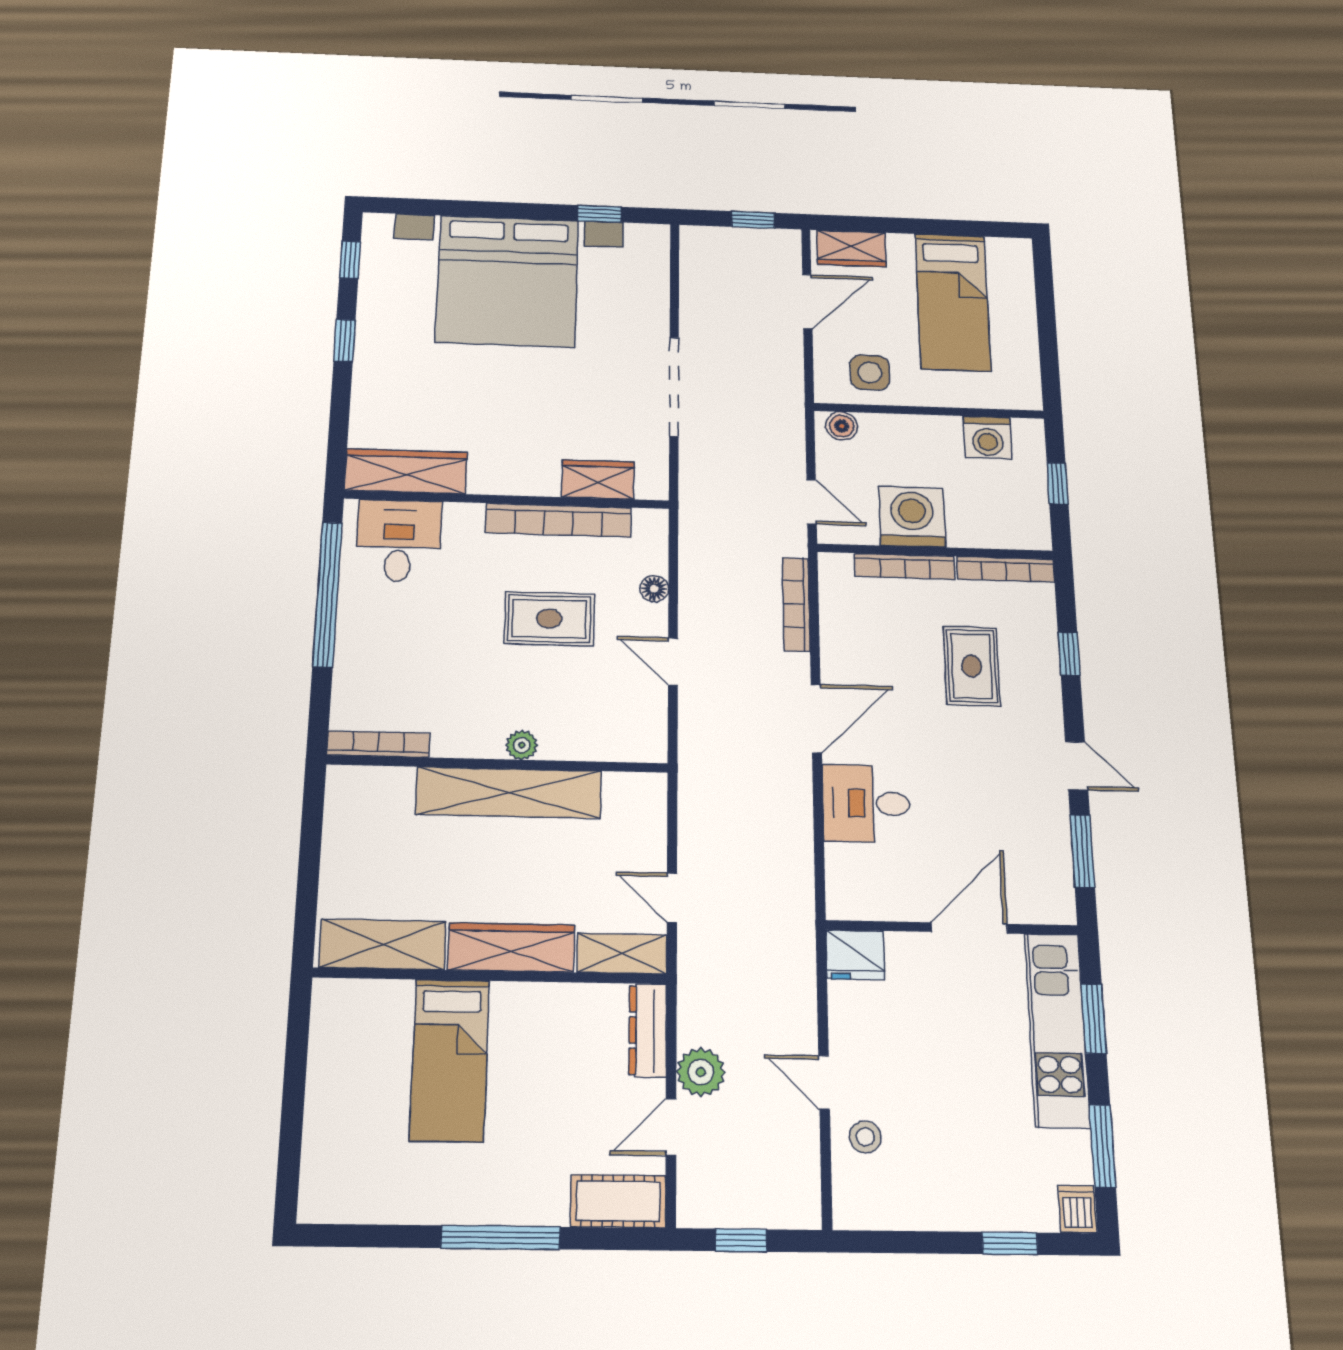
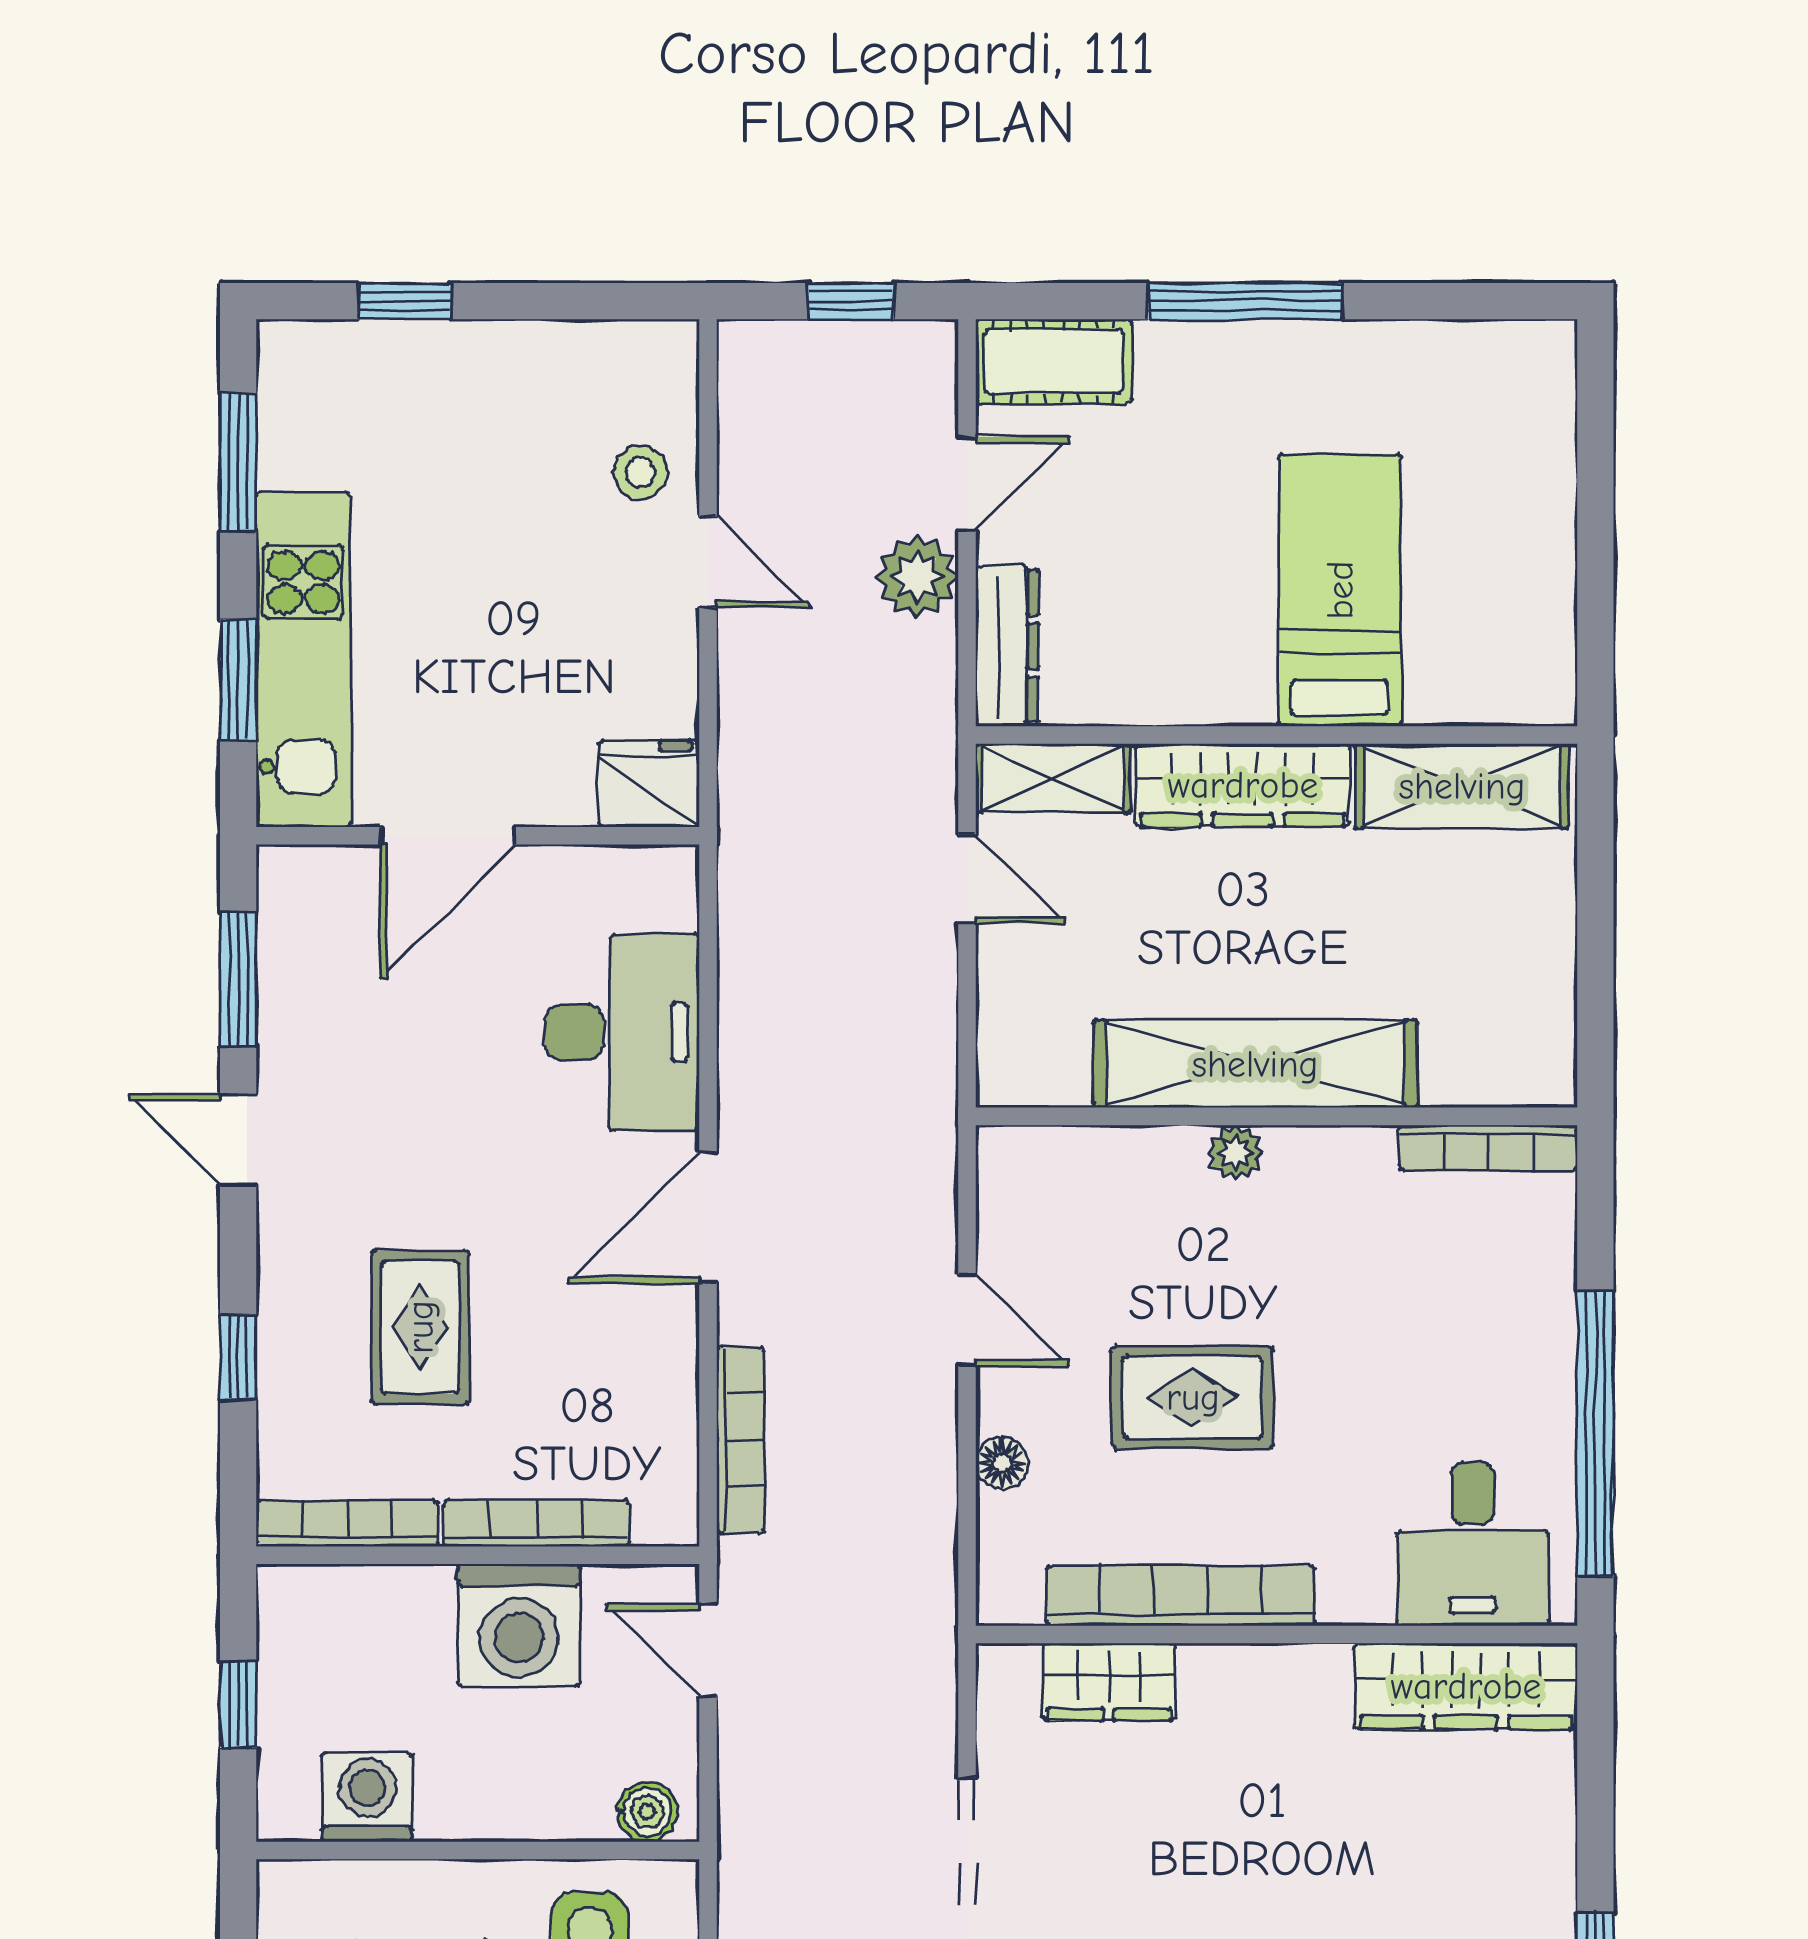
desk: (866, 803) -> (622, 1032), width x1.37
dishwasher: (1077, 1209) -> (288, 358), removed

